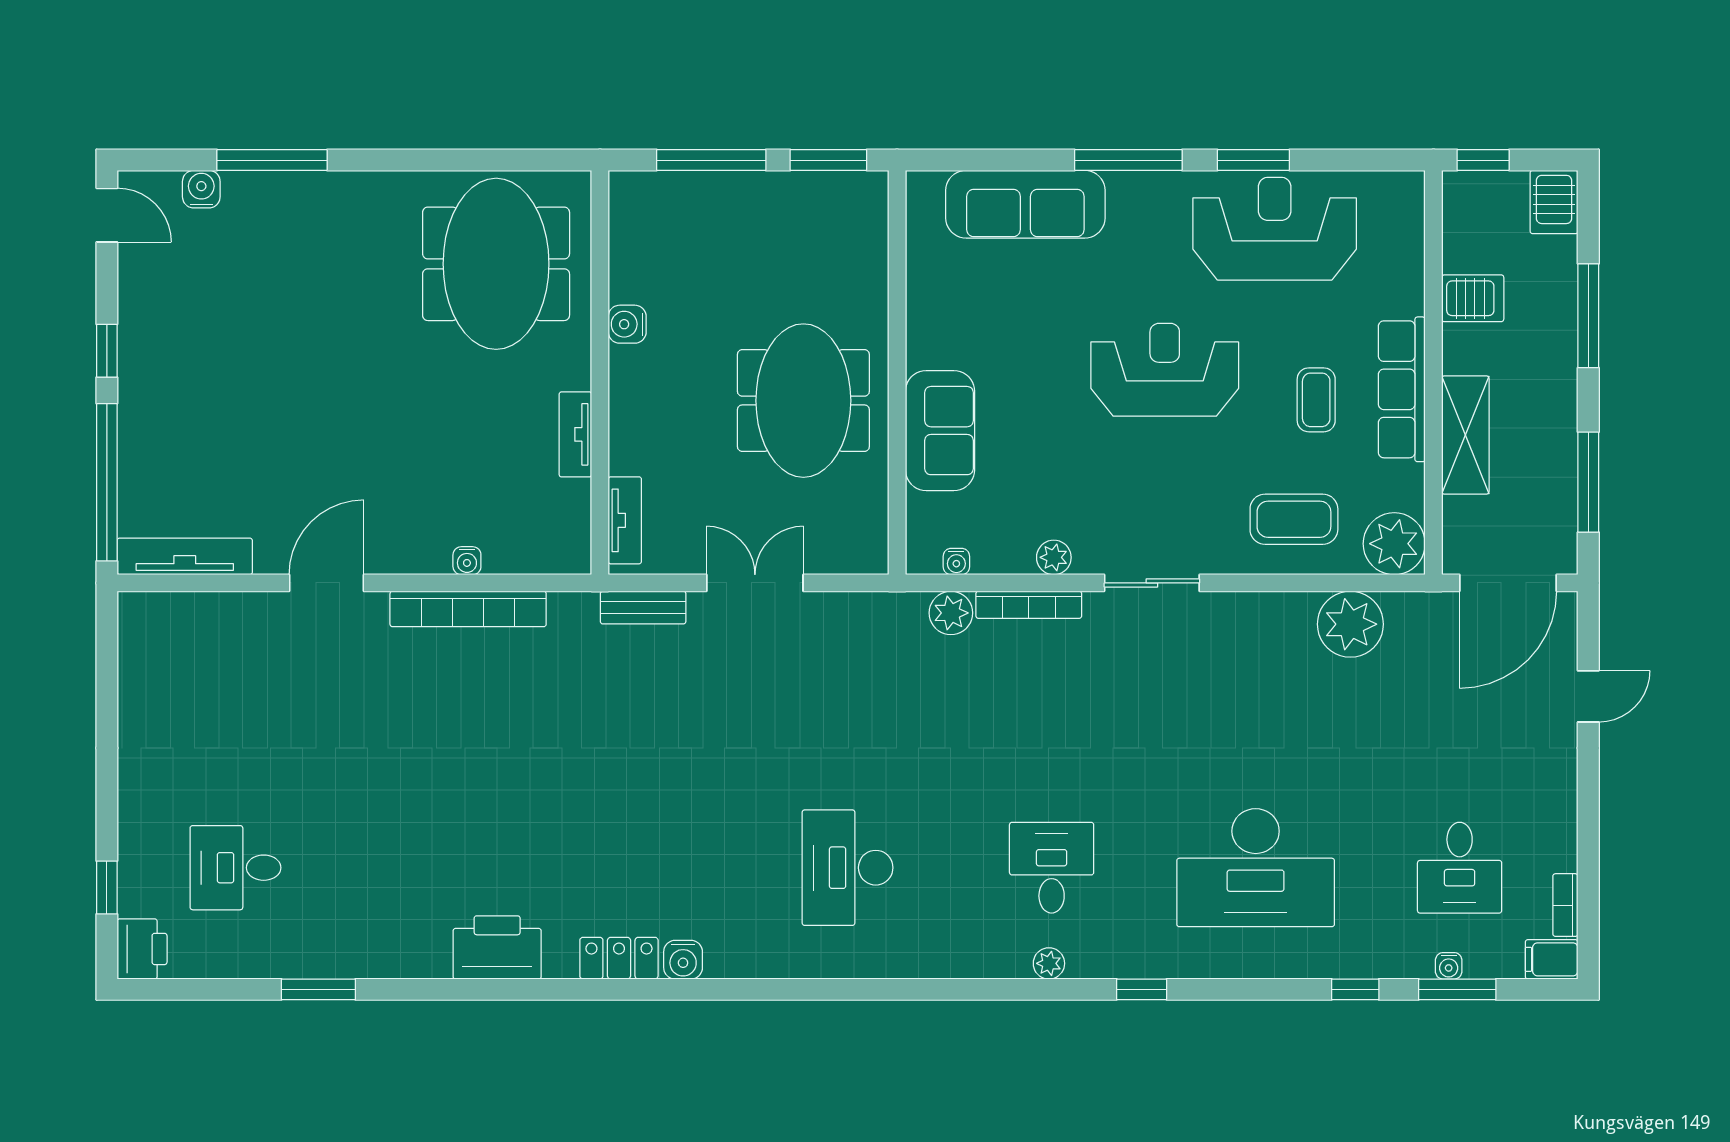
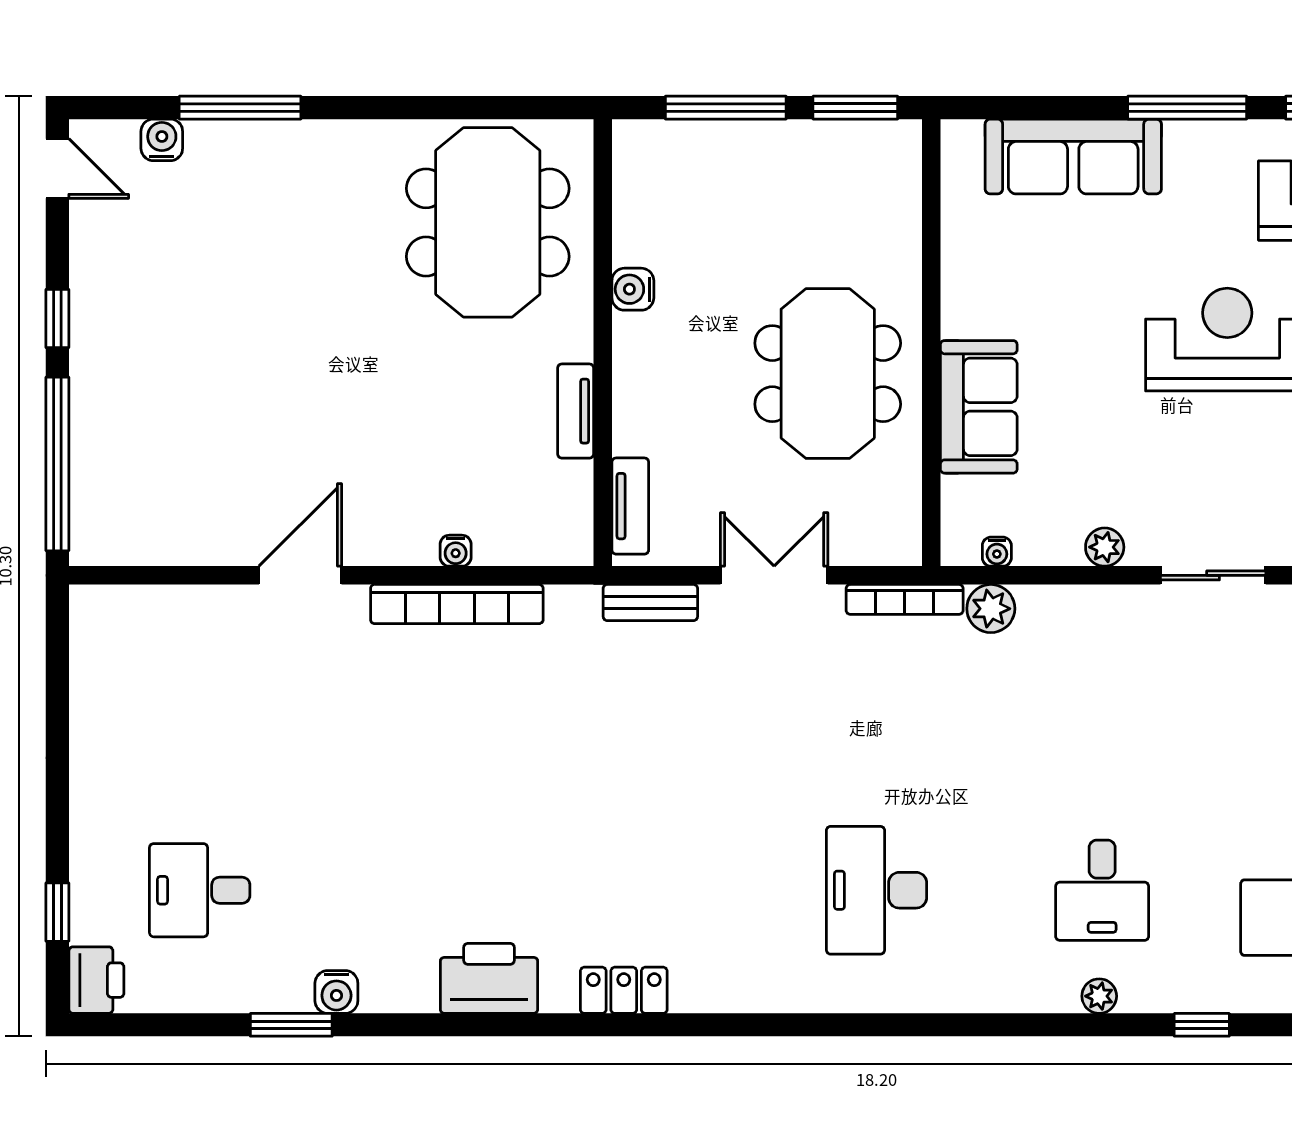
tv unit: (185, 556) -> (144, 546), removed
bookcase: (1029, 605) -> (905, 599), moved
desk: (1052, 868) -> (1102, 890), turned 180
water cooler: (683, 960) -> (336, 992), moved

